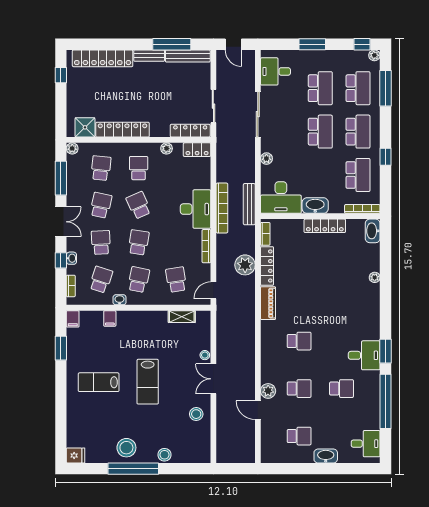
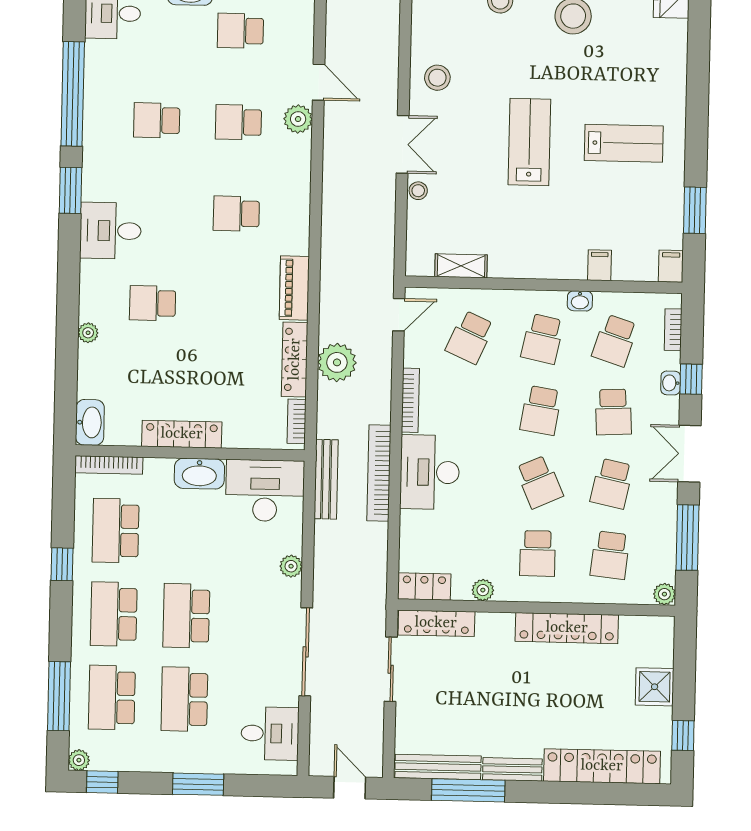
shower: (85, 127) -> (655, 687), moved
school desk: (176, 280) -> (470, 337), turned 33
school desk: (342, 294) -> (153, 303), added
desk: (364, 355) -> (111, 231), moved

